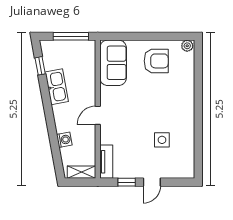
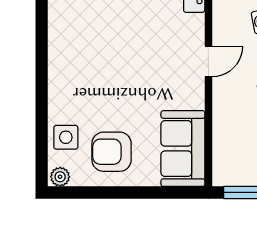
side table: (162, 140) -> (66, 137), moved

